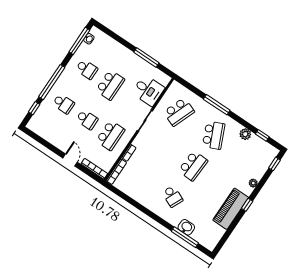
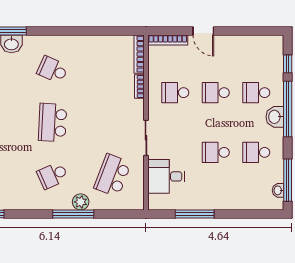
washbasin: (62, 83) -> (275, 117), added
school desk: (110, 85) -> (216, 152), width x0.54
plant: (245, 134) -> (81, 202), moved
school desk: (110, 135) -> (175, 93), width x0.54
school desk: (214, 135) -> (53, 175), width x0.54

